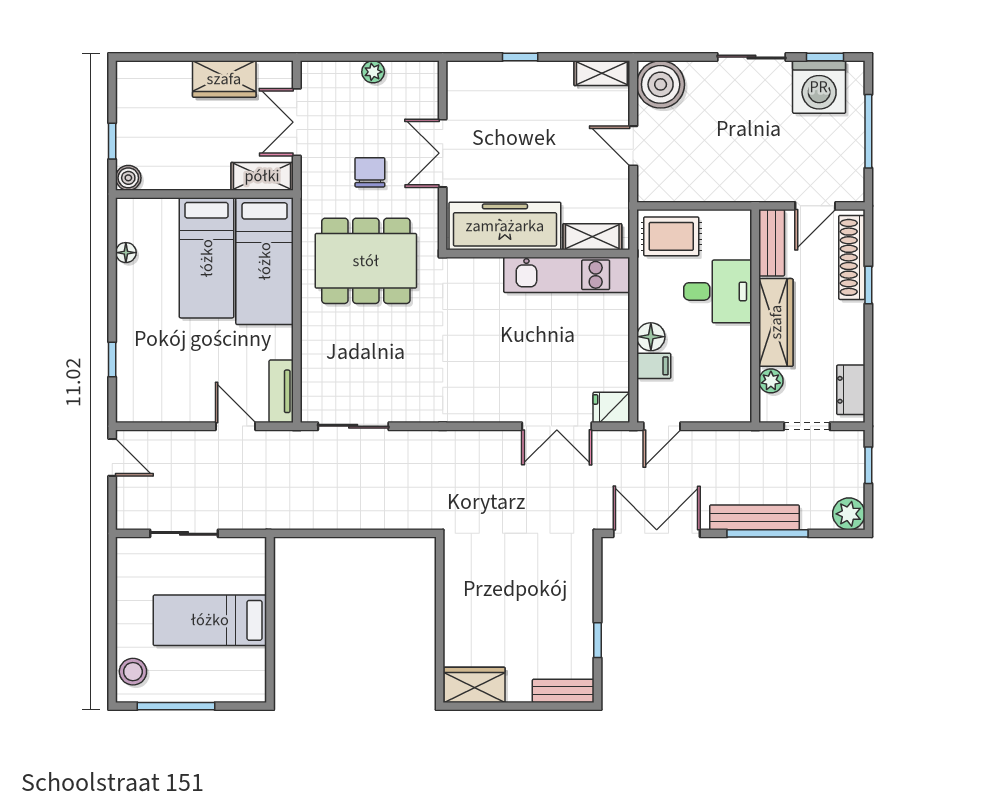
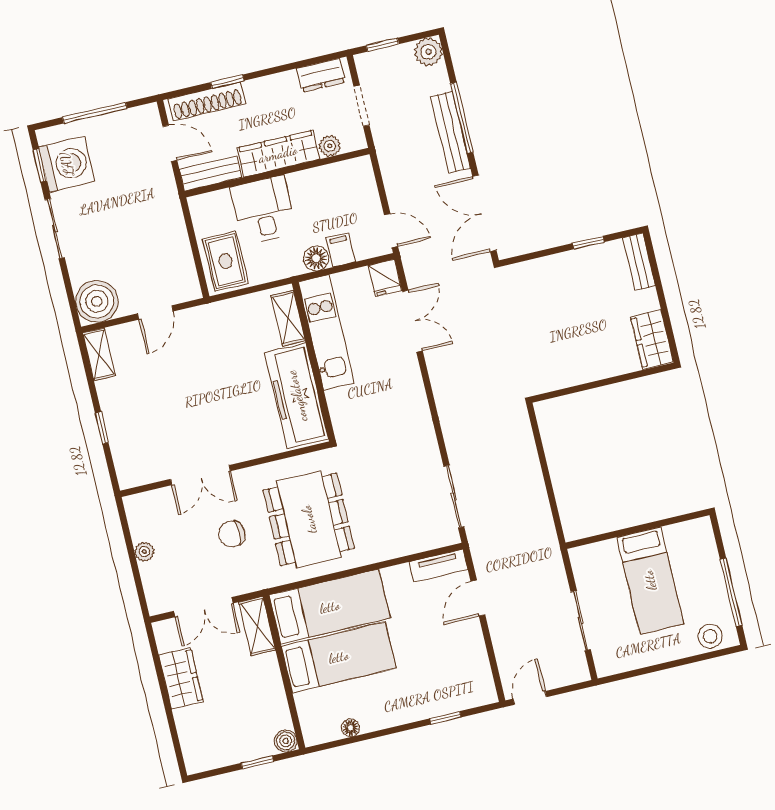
freezer: (505, 226) -> (297, 396), moved
shelving: (592, 237) -> (288, 318), moved
wall: (538, 254) -> (314, 362), moved
kitchen unit: (567, 275) -> (326, 333), moved

